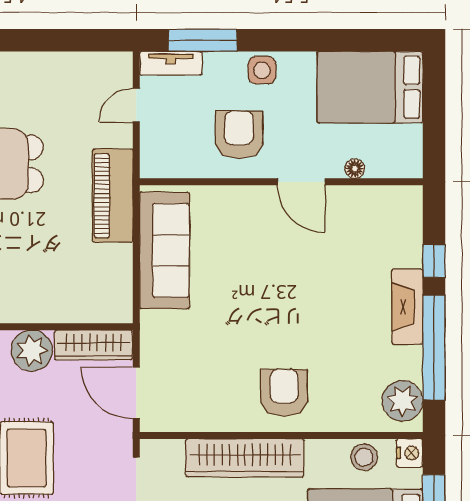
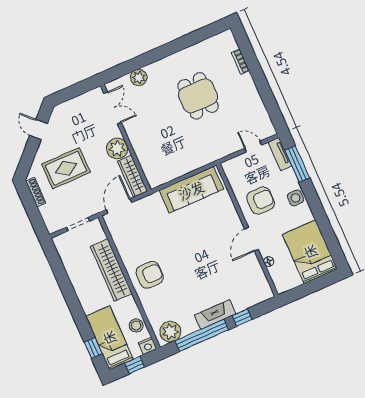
piano: (113, 196) -> (206, 154), removed

